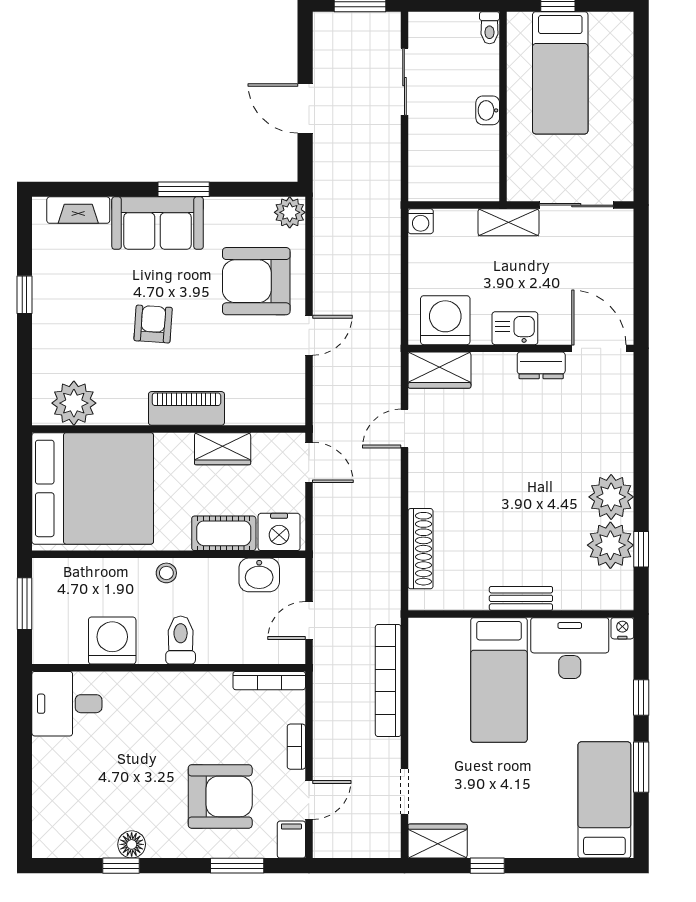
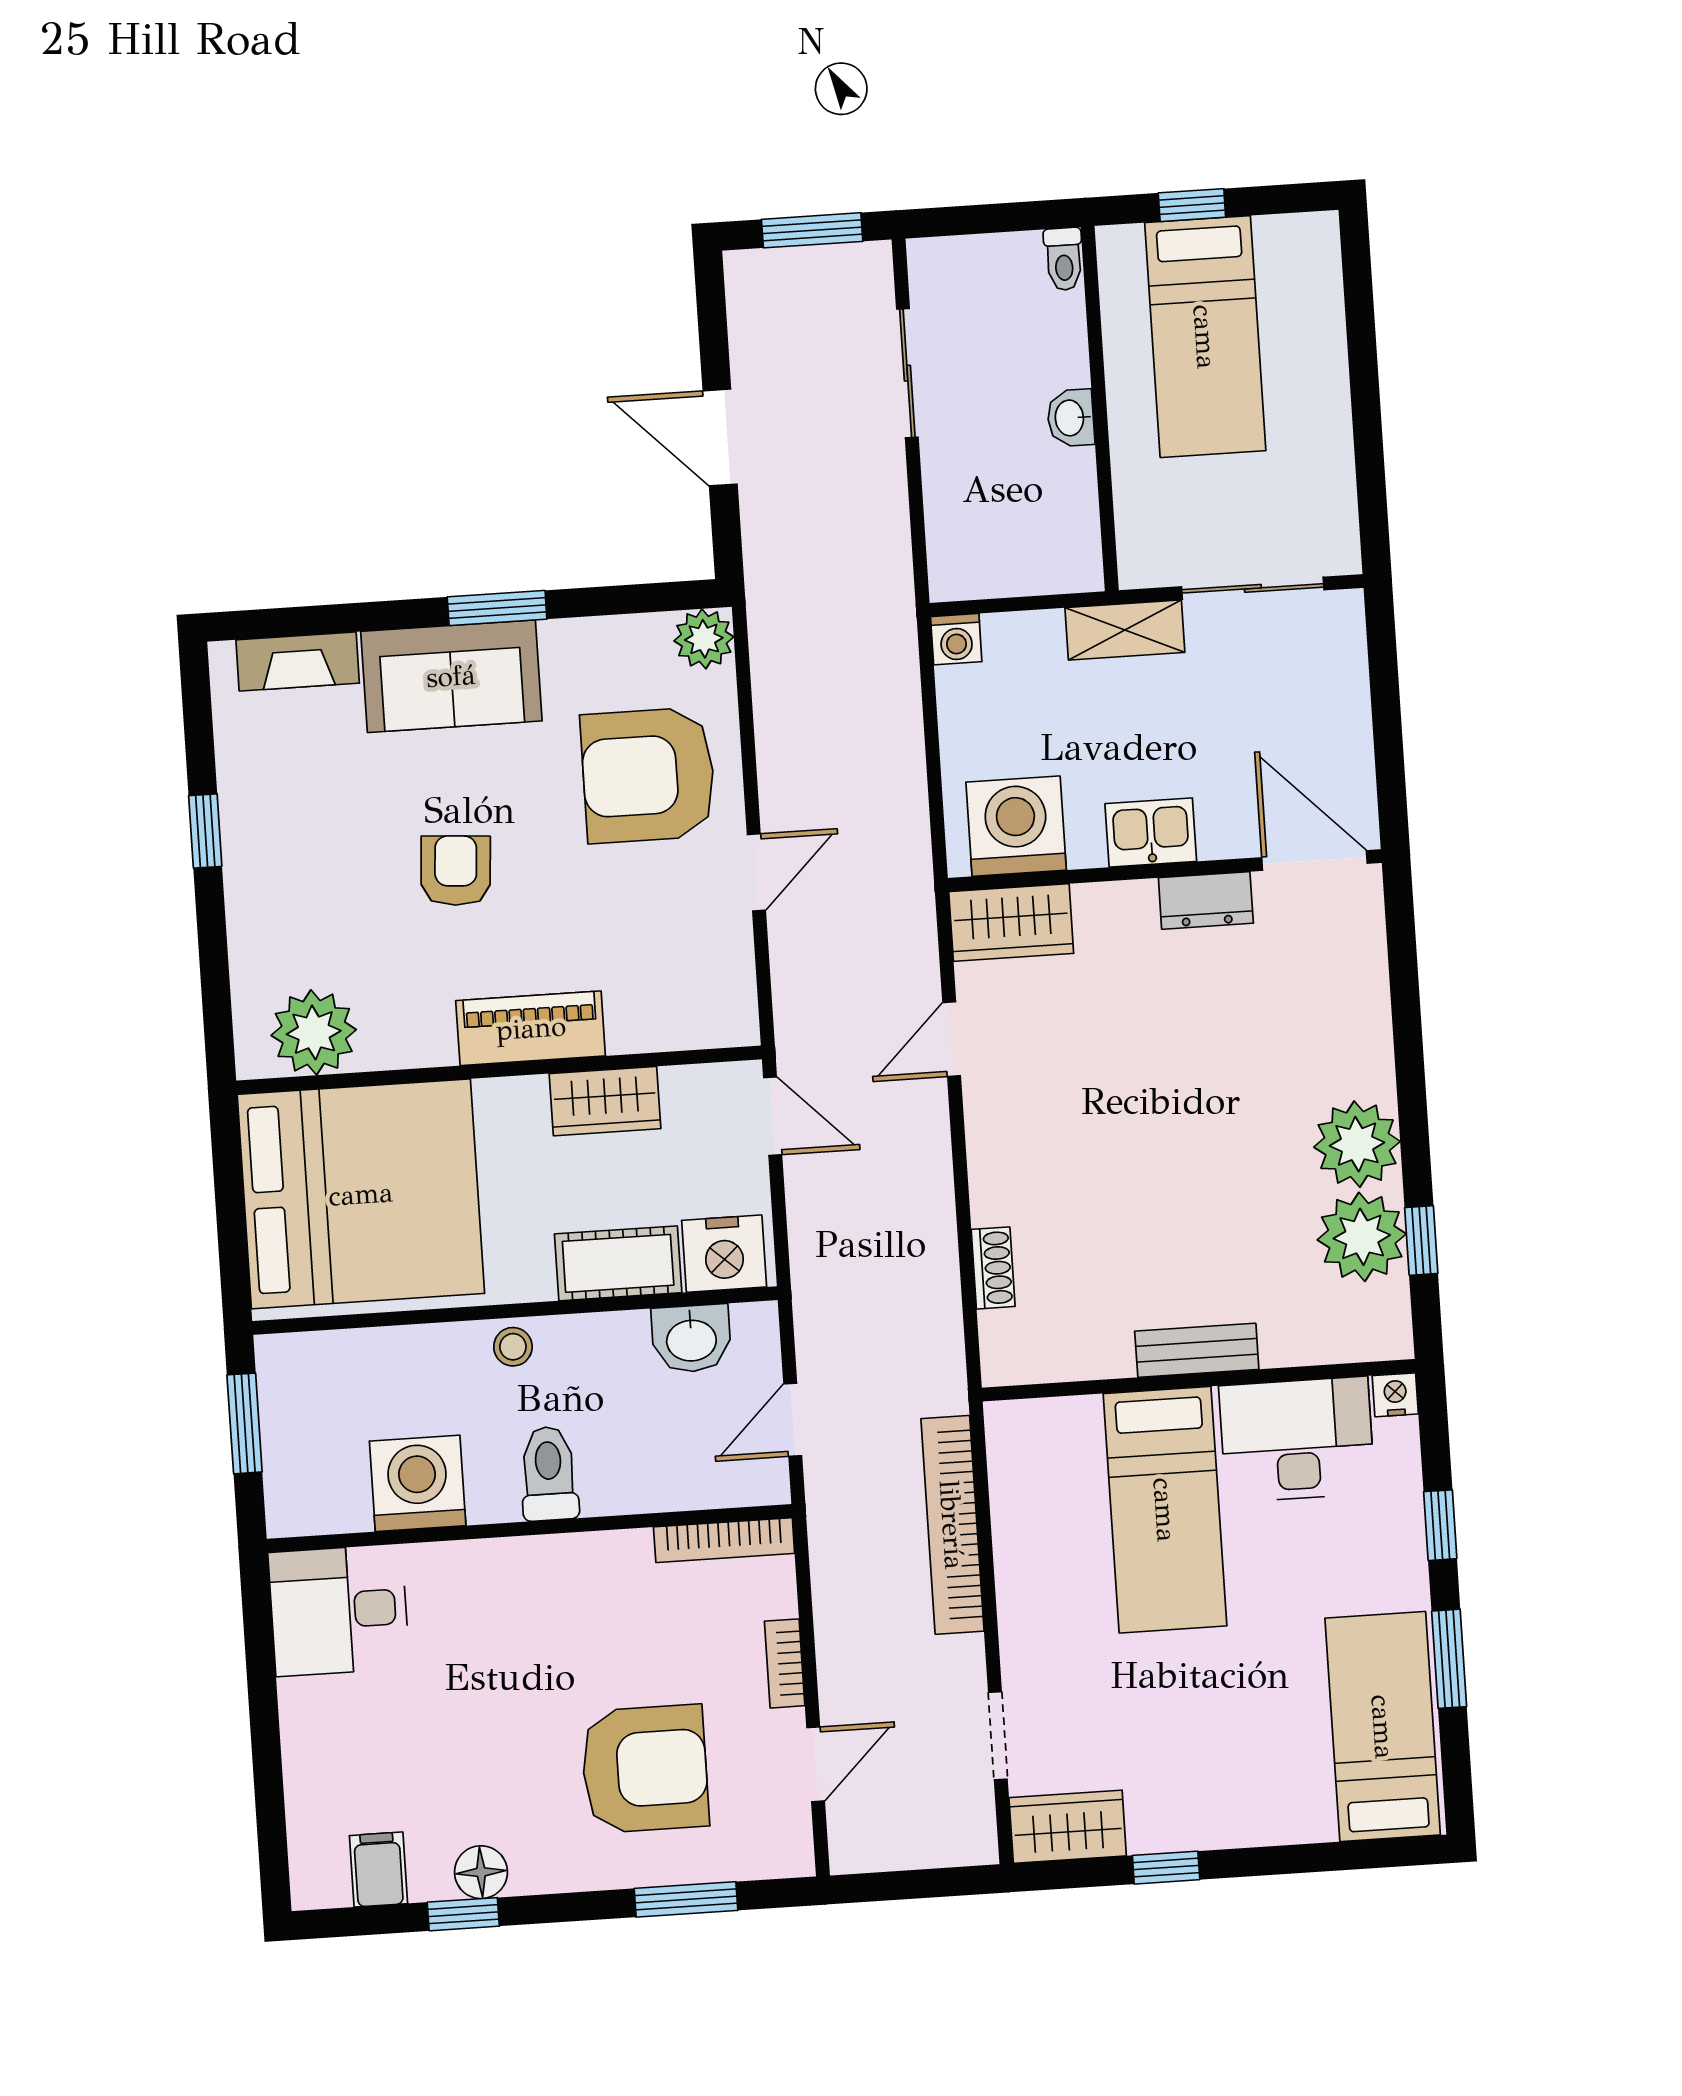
shoe rack: (421, 549) -> (993, 1268), width x0.51, depth x0.81
filing cabinet: (291, 840) -> (378, 1870), moved

